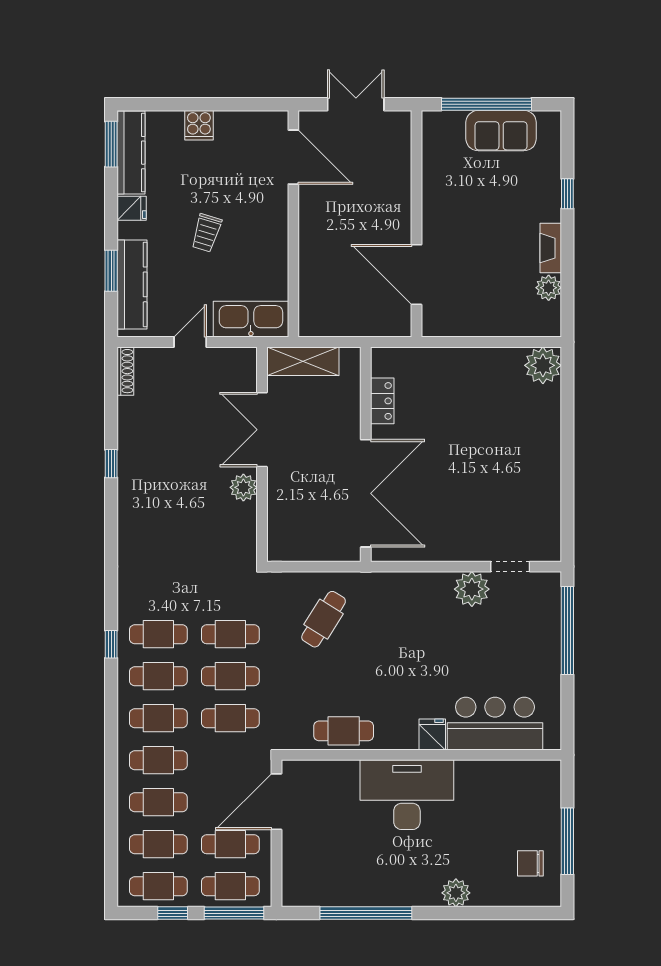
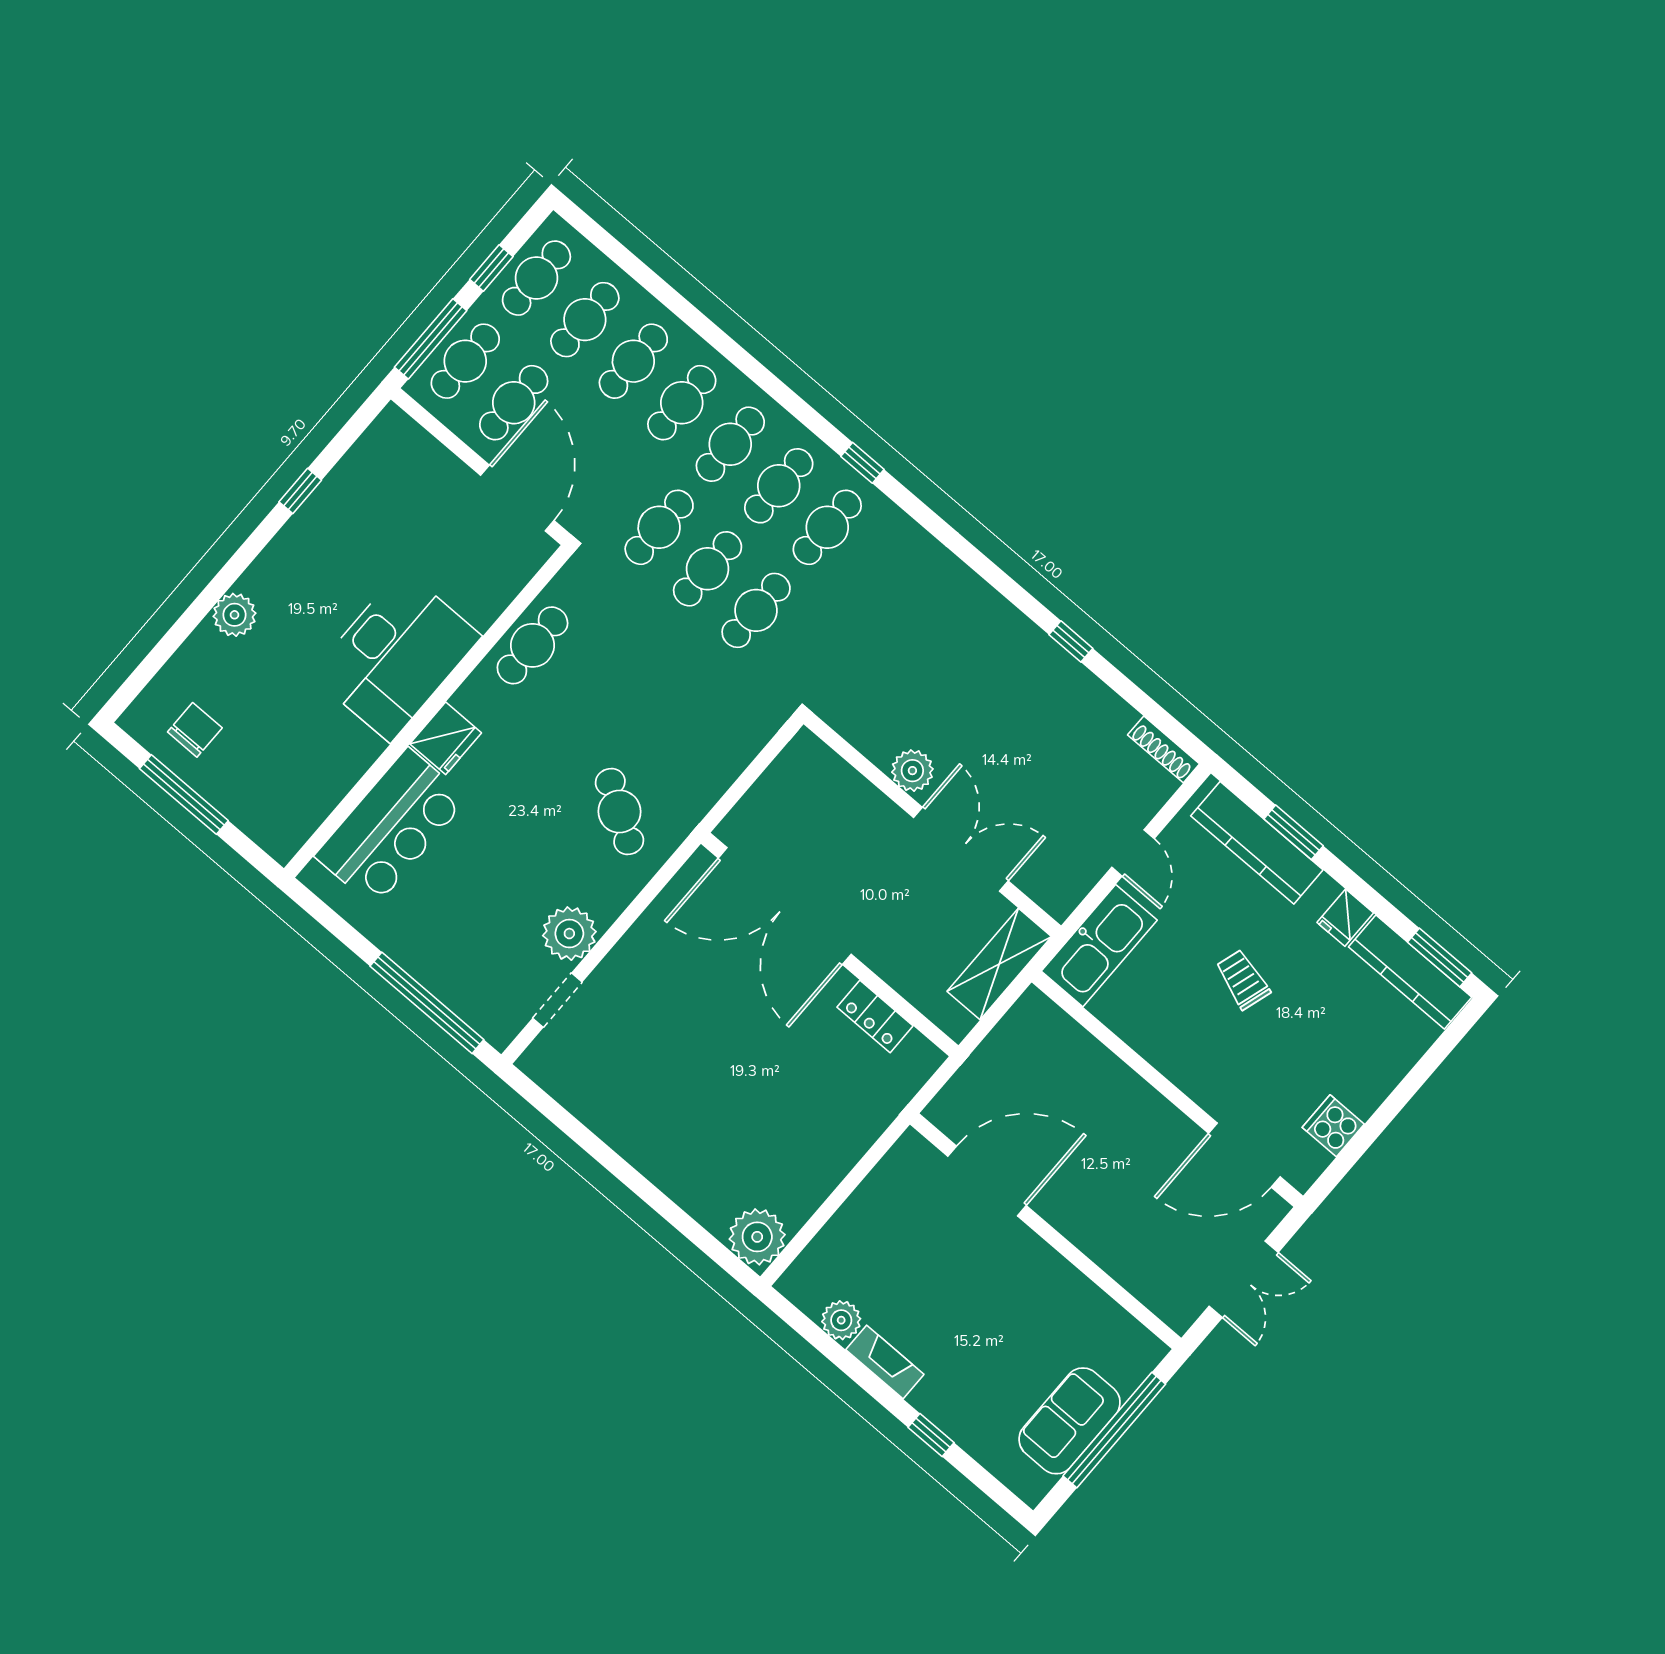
cooker: (199, 125) -> (1333, 1126), moved
cafe table: (324, 619) -> (620, 812), moved
fridge: (432, 734) -> (446, 738), width x1.38
window: (366, 913) -> (300, 491), width x0.32

